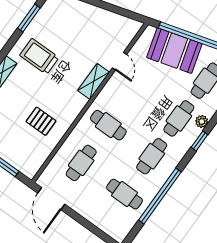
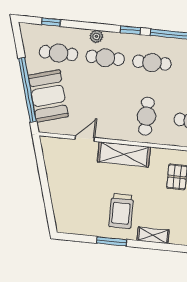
window: (29, 18) -> (112, 241), moved
shelving: (94, 81) -> (124, 154), width x1.50, depth x1.33
window: (199, 141) -> (130, 30), moved

